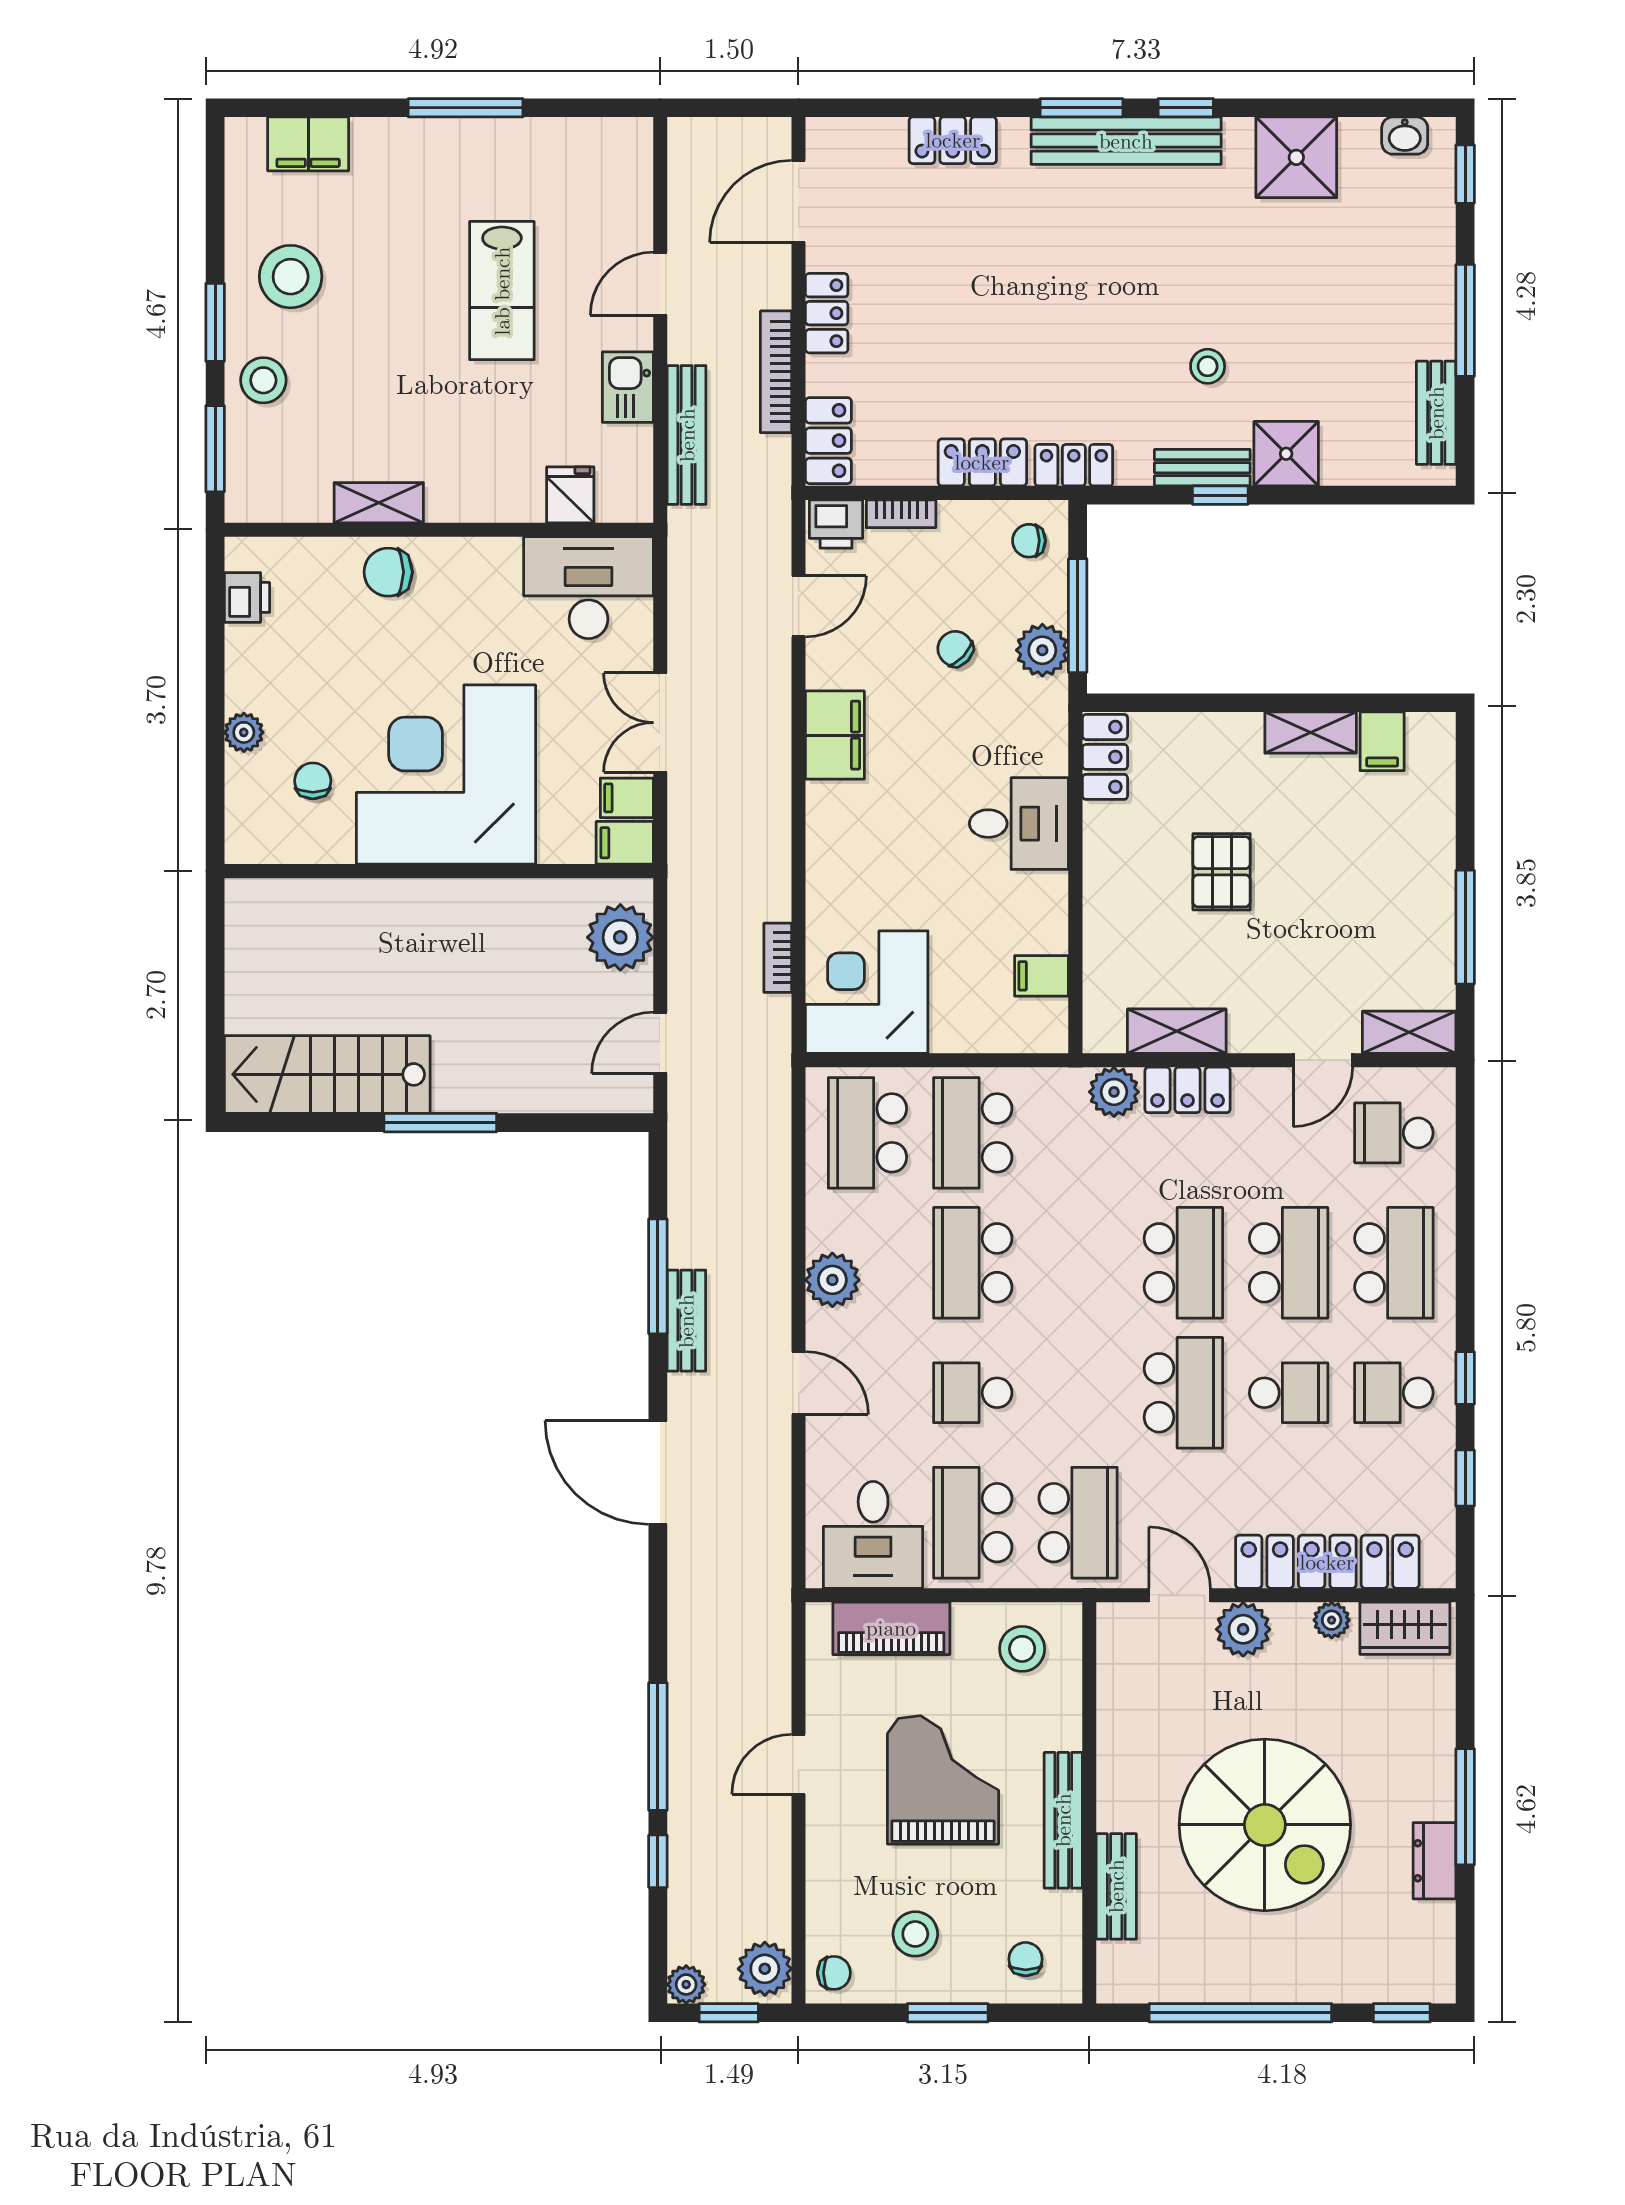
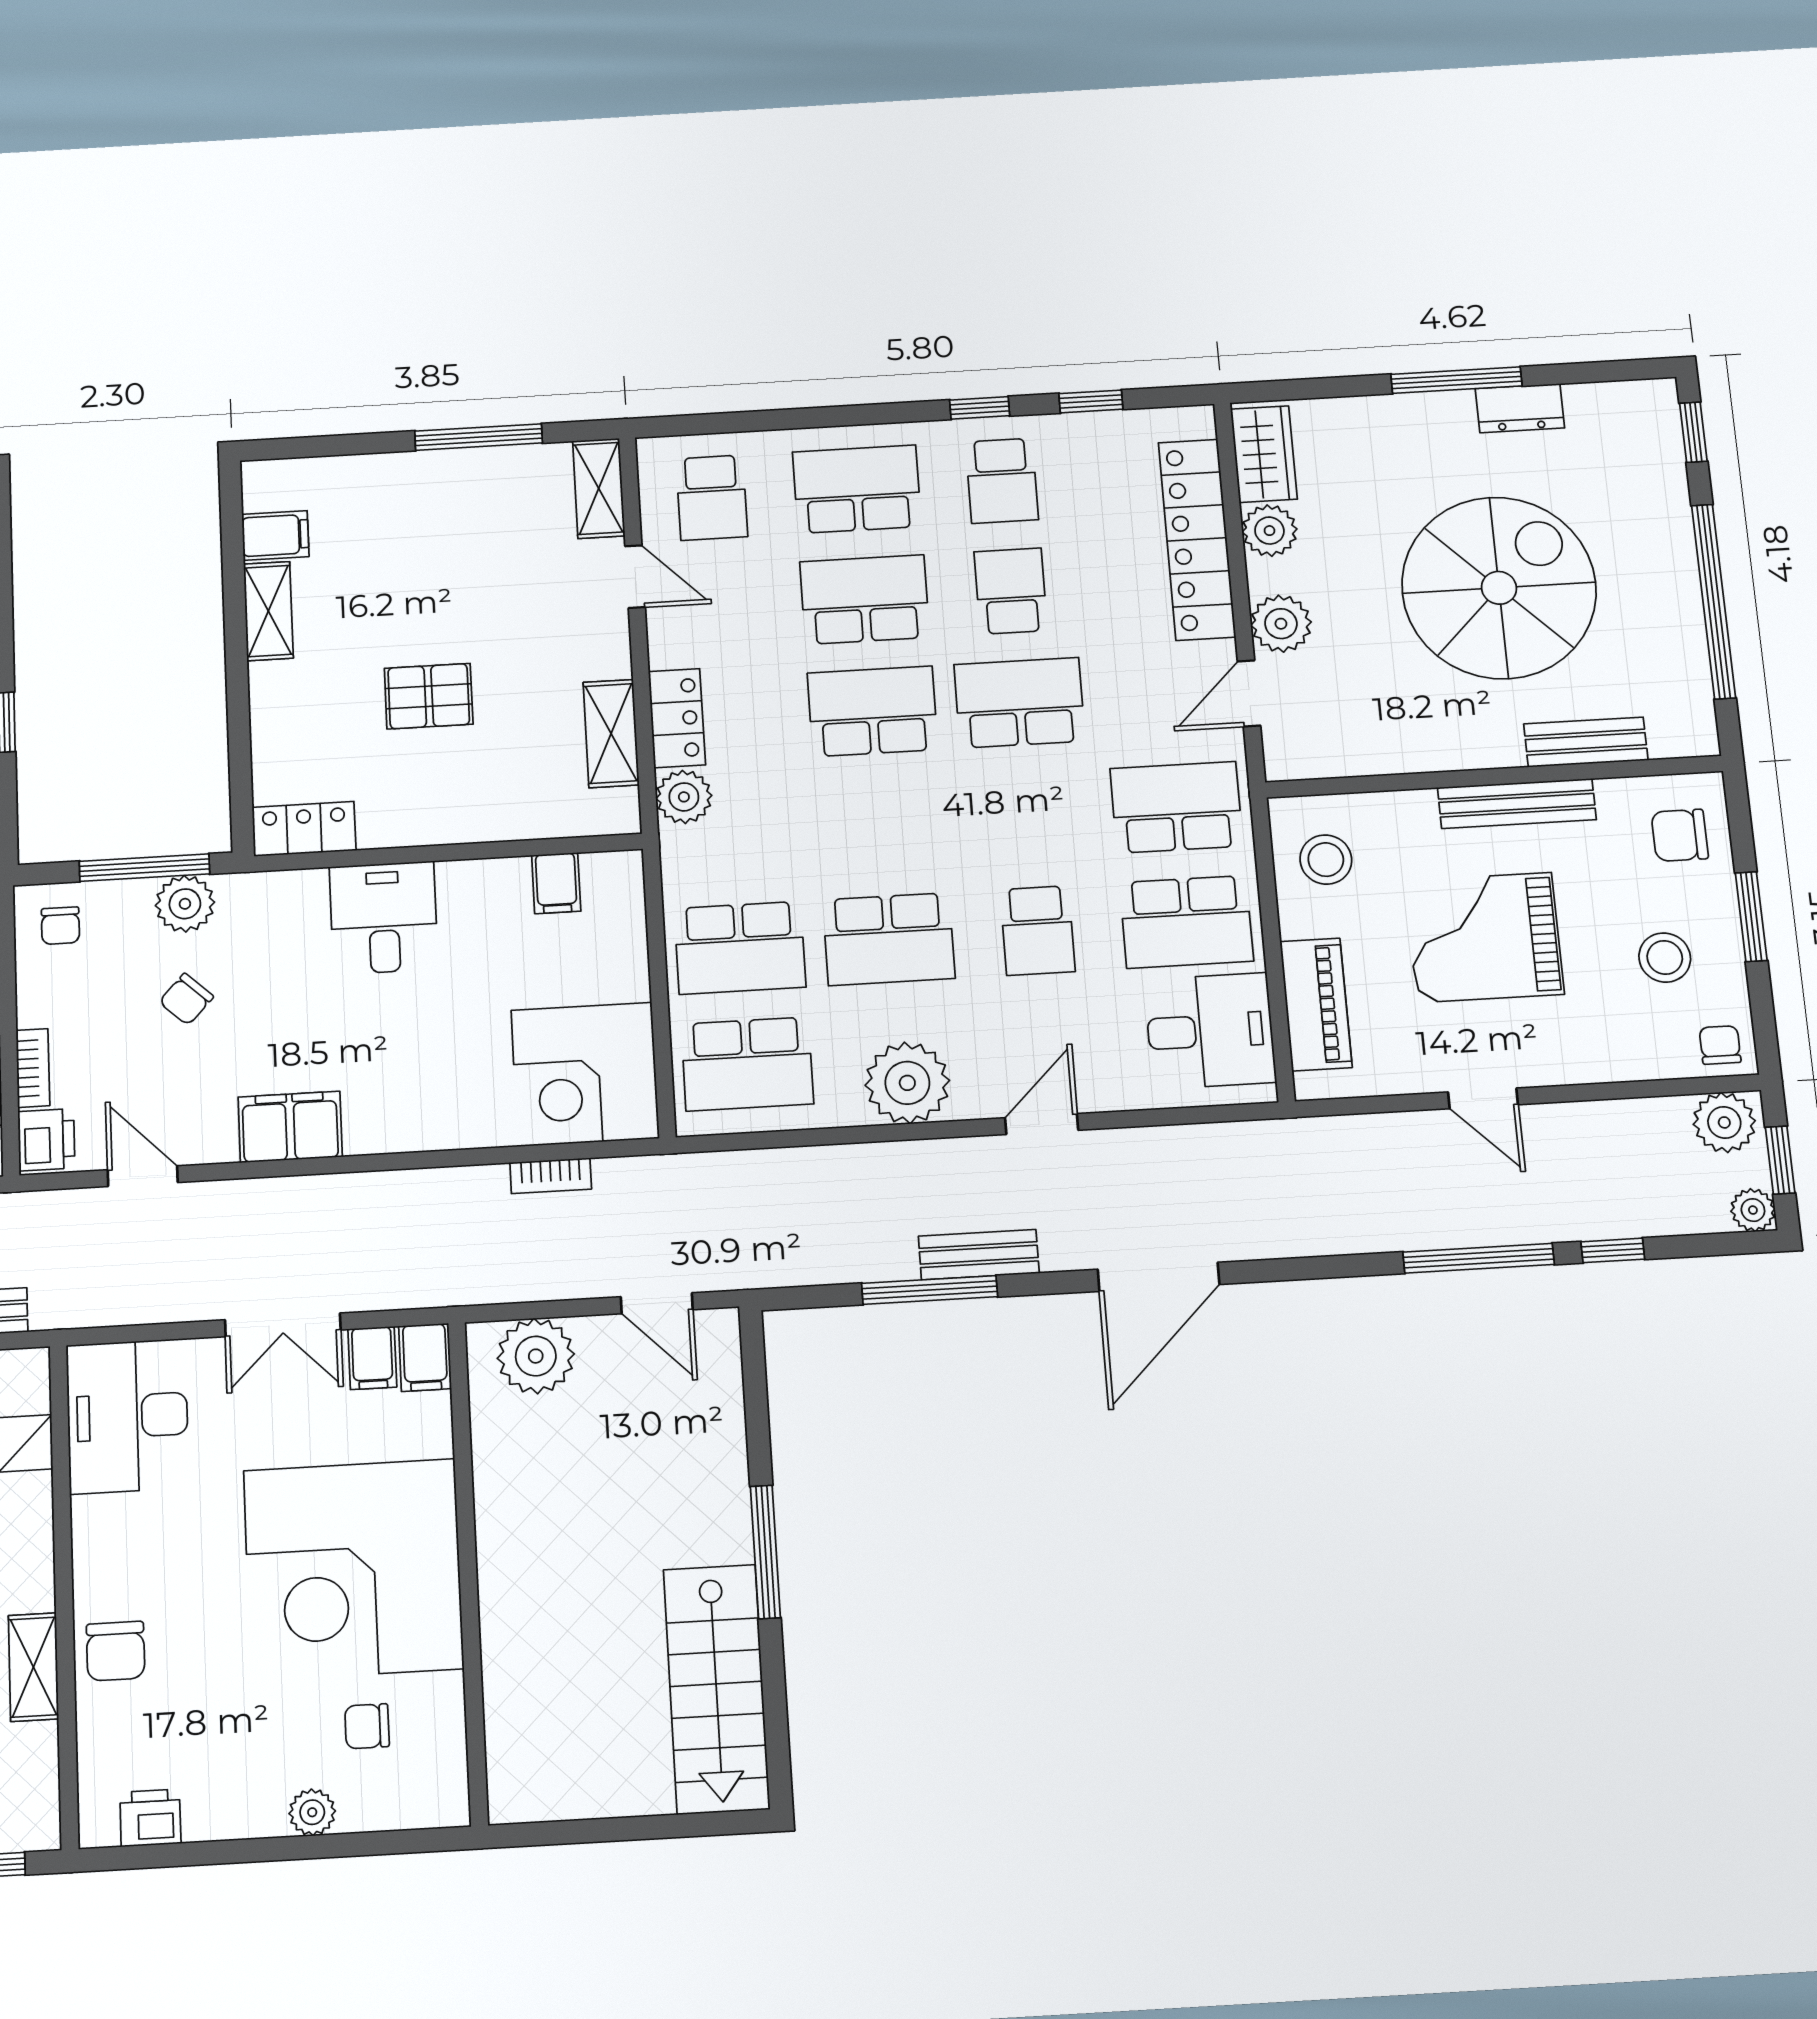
plant: (832, 1280) -> (907, 1083), width x1.36, depth x1.36
plant: (1332, 1620) -> (1269, 531), width x1.38, depth x1.38
chair: (1026, 1959) -> (1680, 835), width x1.37, depth x1.37

